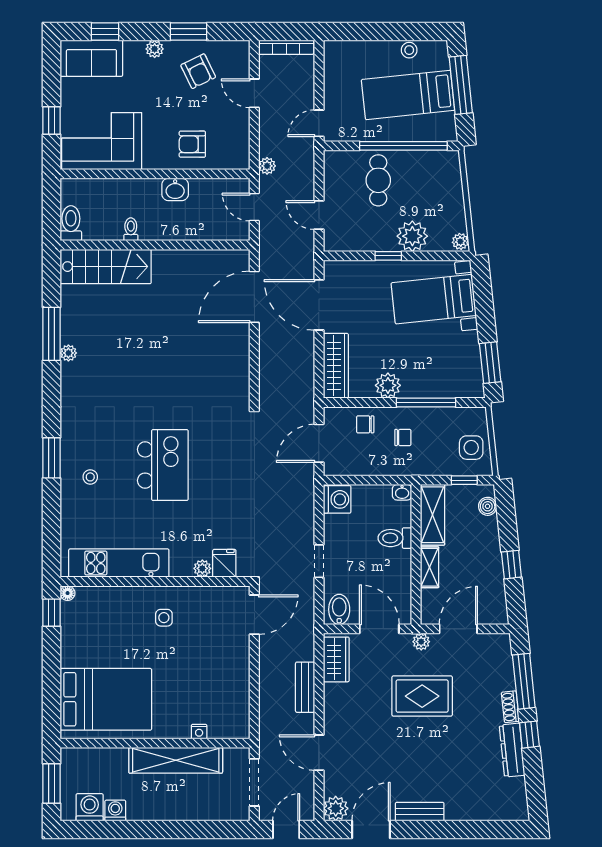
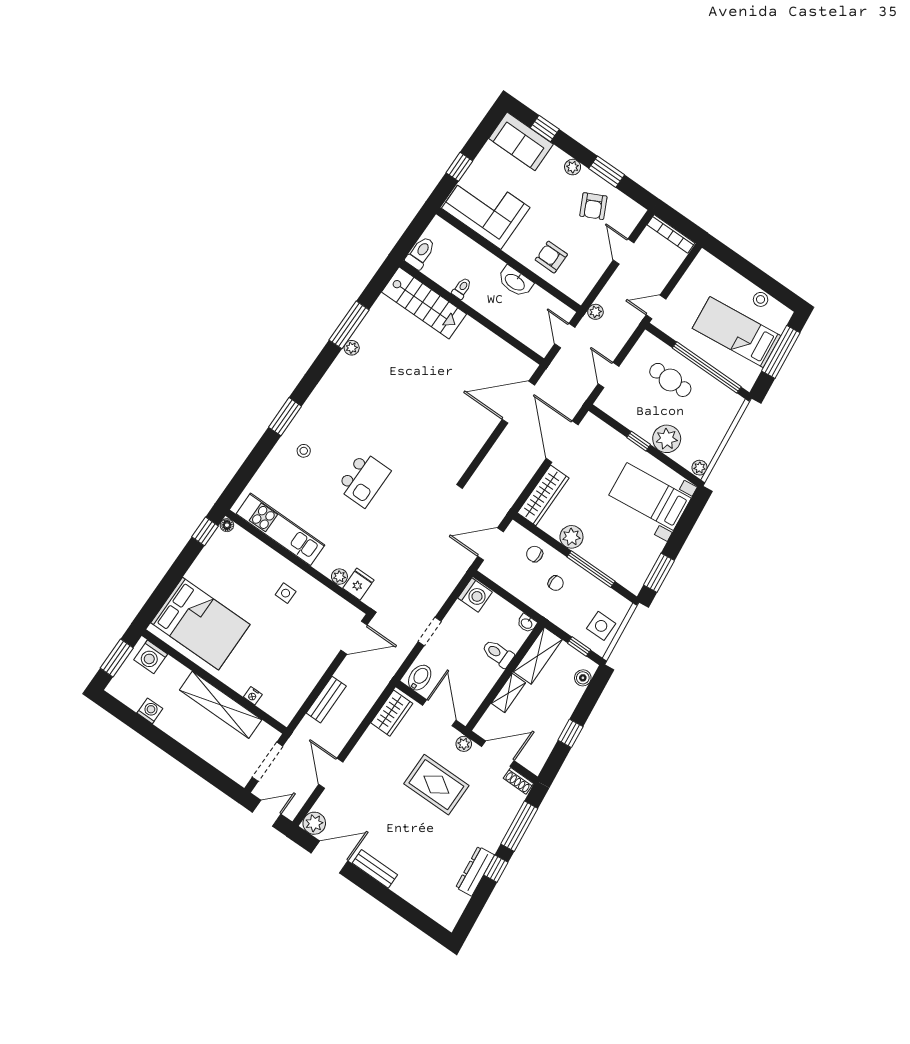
cafe table: (378, 180) -> (670, 380), turned 90
washbasin: (175, 189) -> (515, 282), width x1.38
kitchen island: (163, 465) -> (364, 479), width x0.73, depth x0.78
bench: (305, 687) -> (326, 700), moved
shoe rack: (510, 707) -> (518, 781), moved, turned -84
washing machine: (90, 807) -> (151, 657), moved, turned 180

